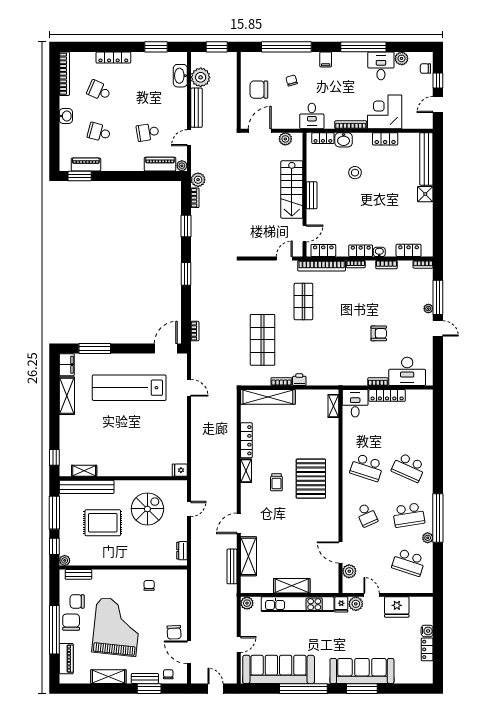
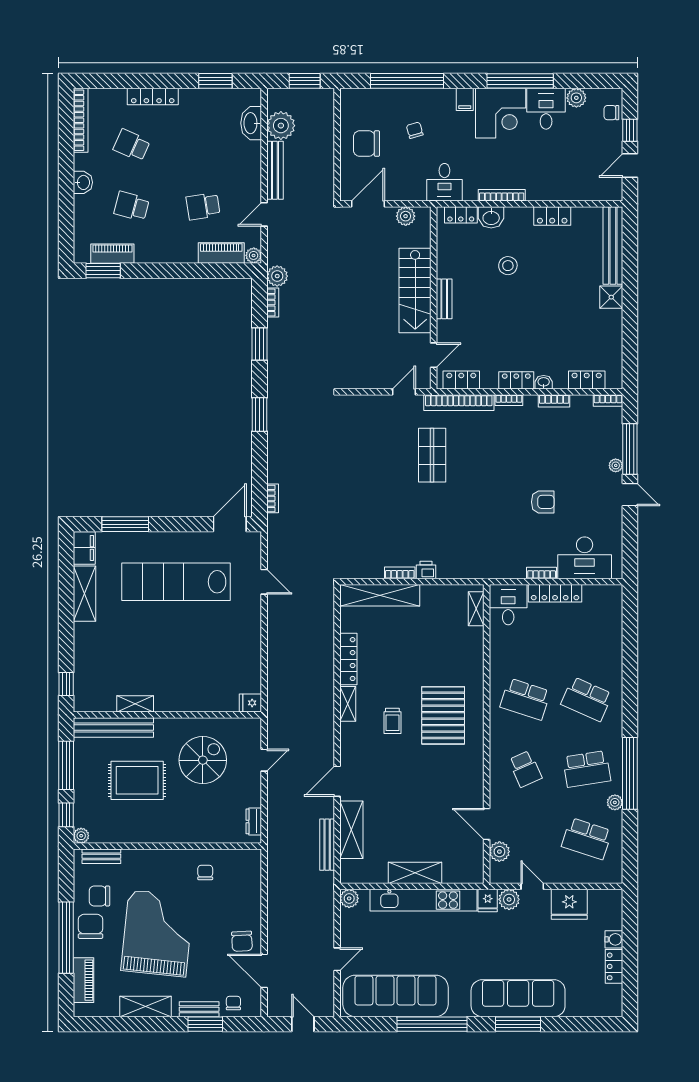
corner desk: (385, 112) -> (501, 113), moved, turned 180
shop shelf: (263, 340) -> (372, 511), removed
shelving: (84, 471) -> (135, 704), moved

